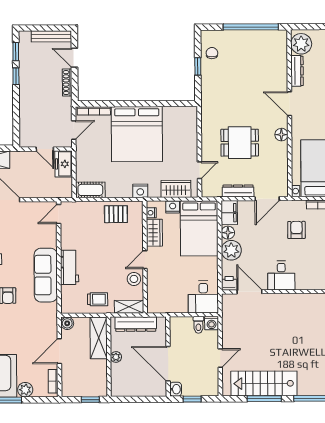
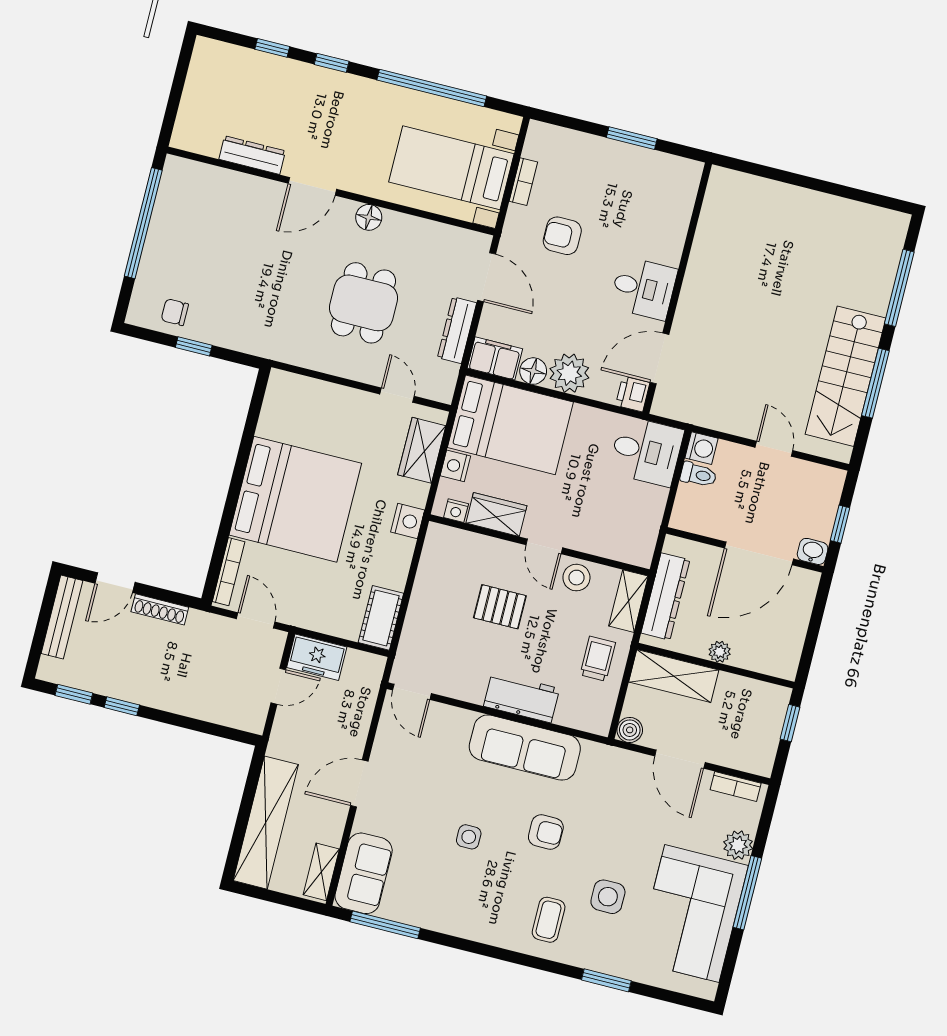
plant: (301, 44) -> (201, 133), removed
pallet: (116, 214) -> (500, 607), moved, turned 90

